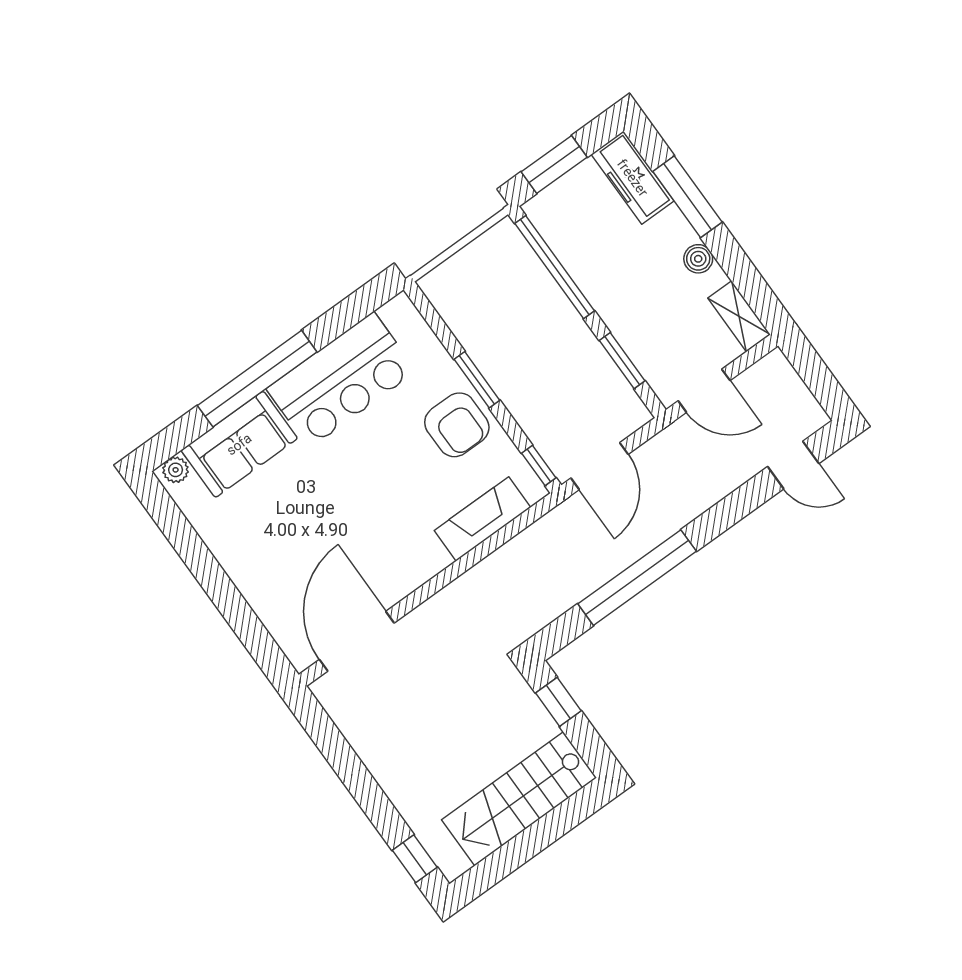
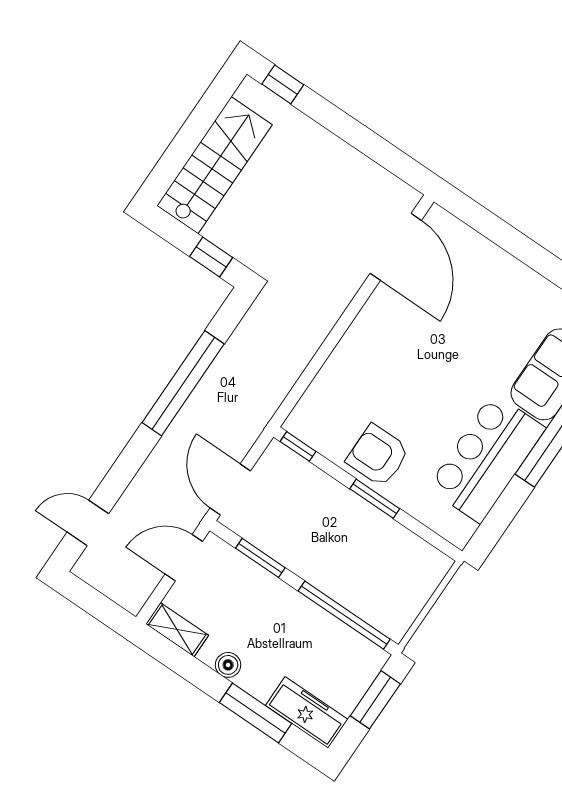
door: (599, 466) -> (230, 490), moved
fireplace: (482, 519) -> (328, 385), removed

